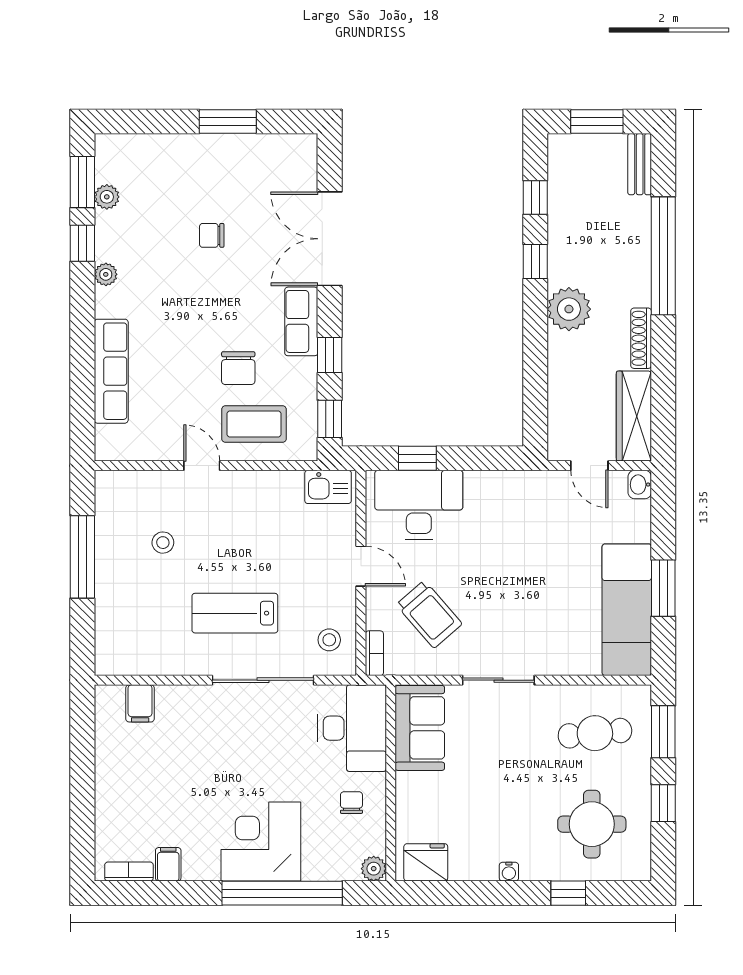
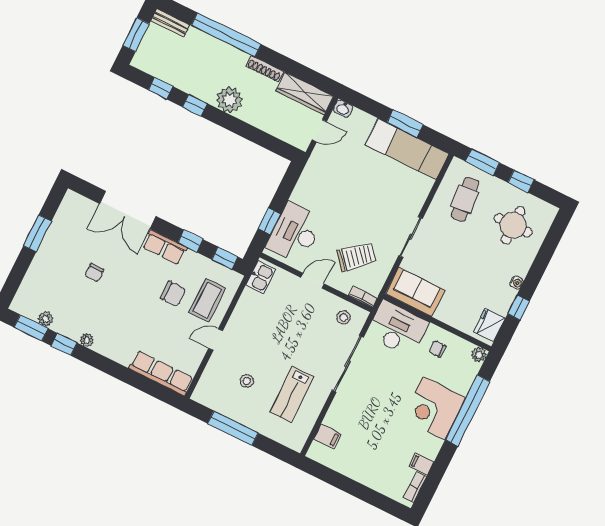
row of seats: (111, 371) -> (161, 373), moved
lab bench: (235, 613) -> (292, 394), moved
window: (568, 893) -> (519, 307), moved

